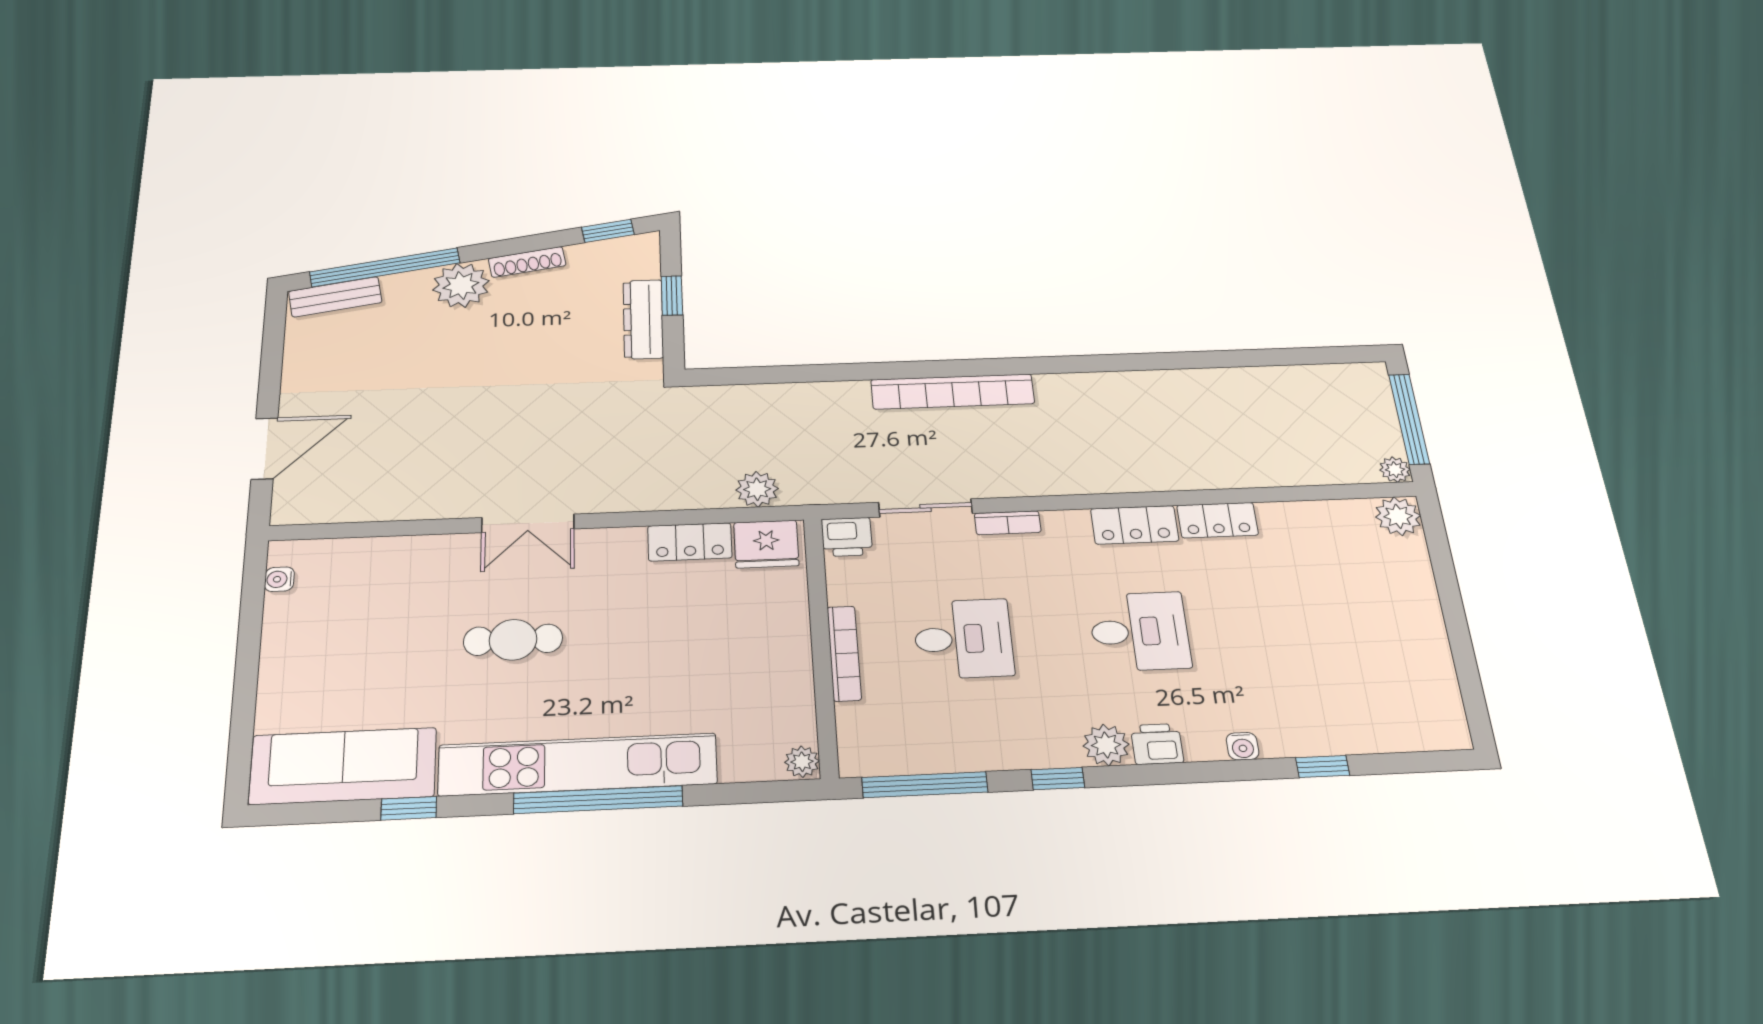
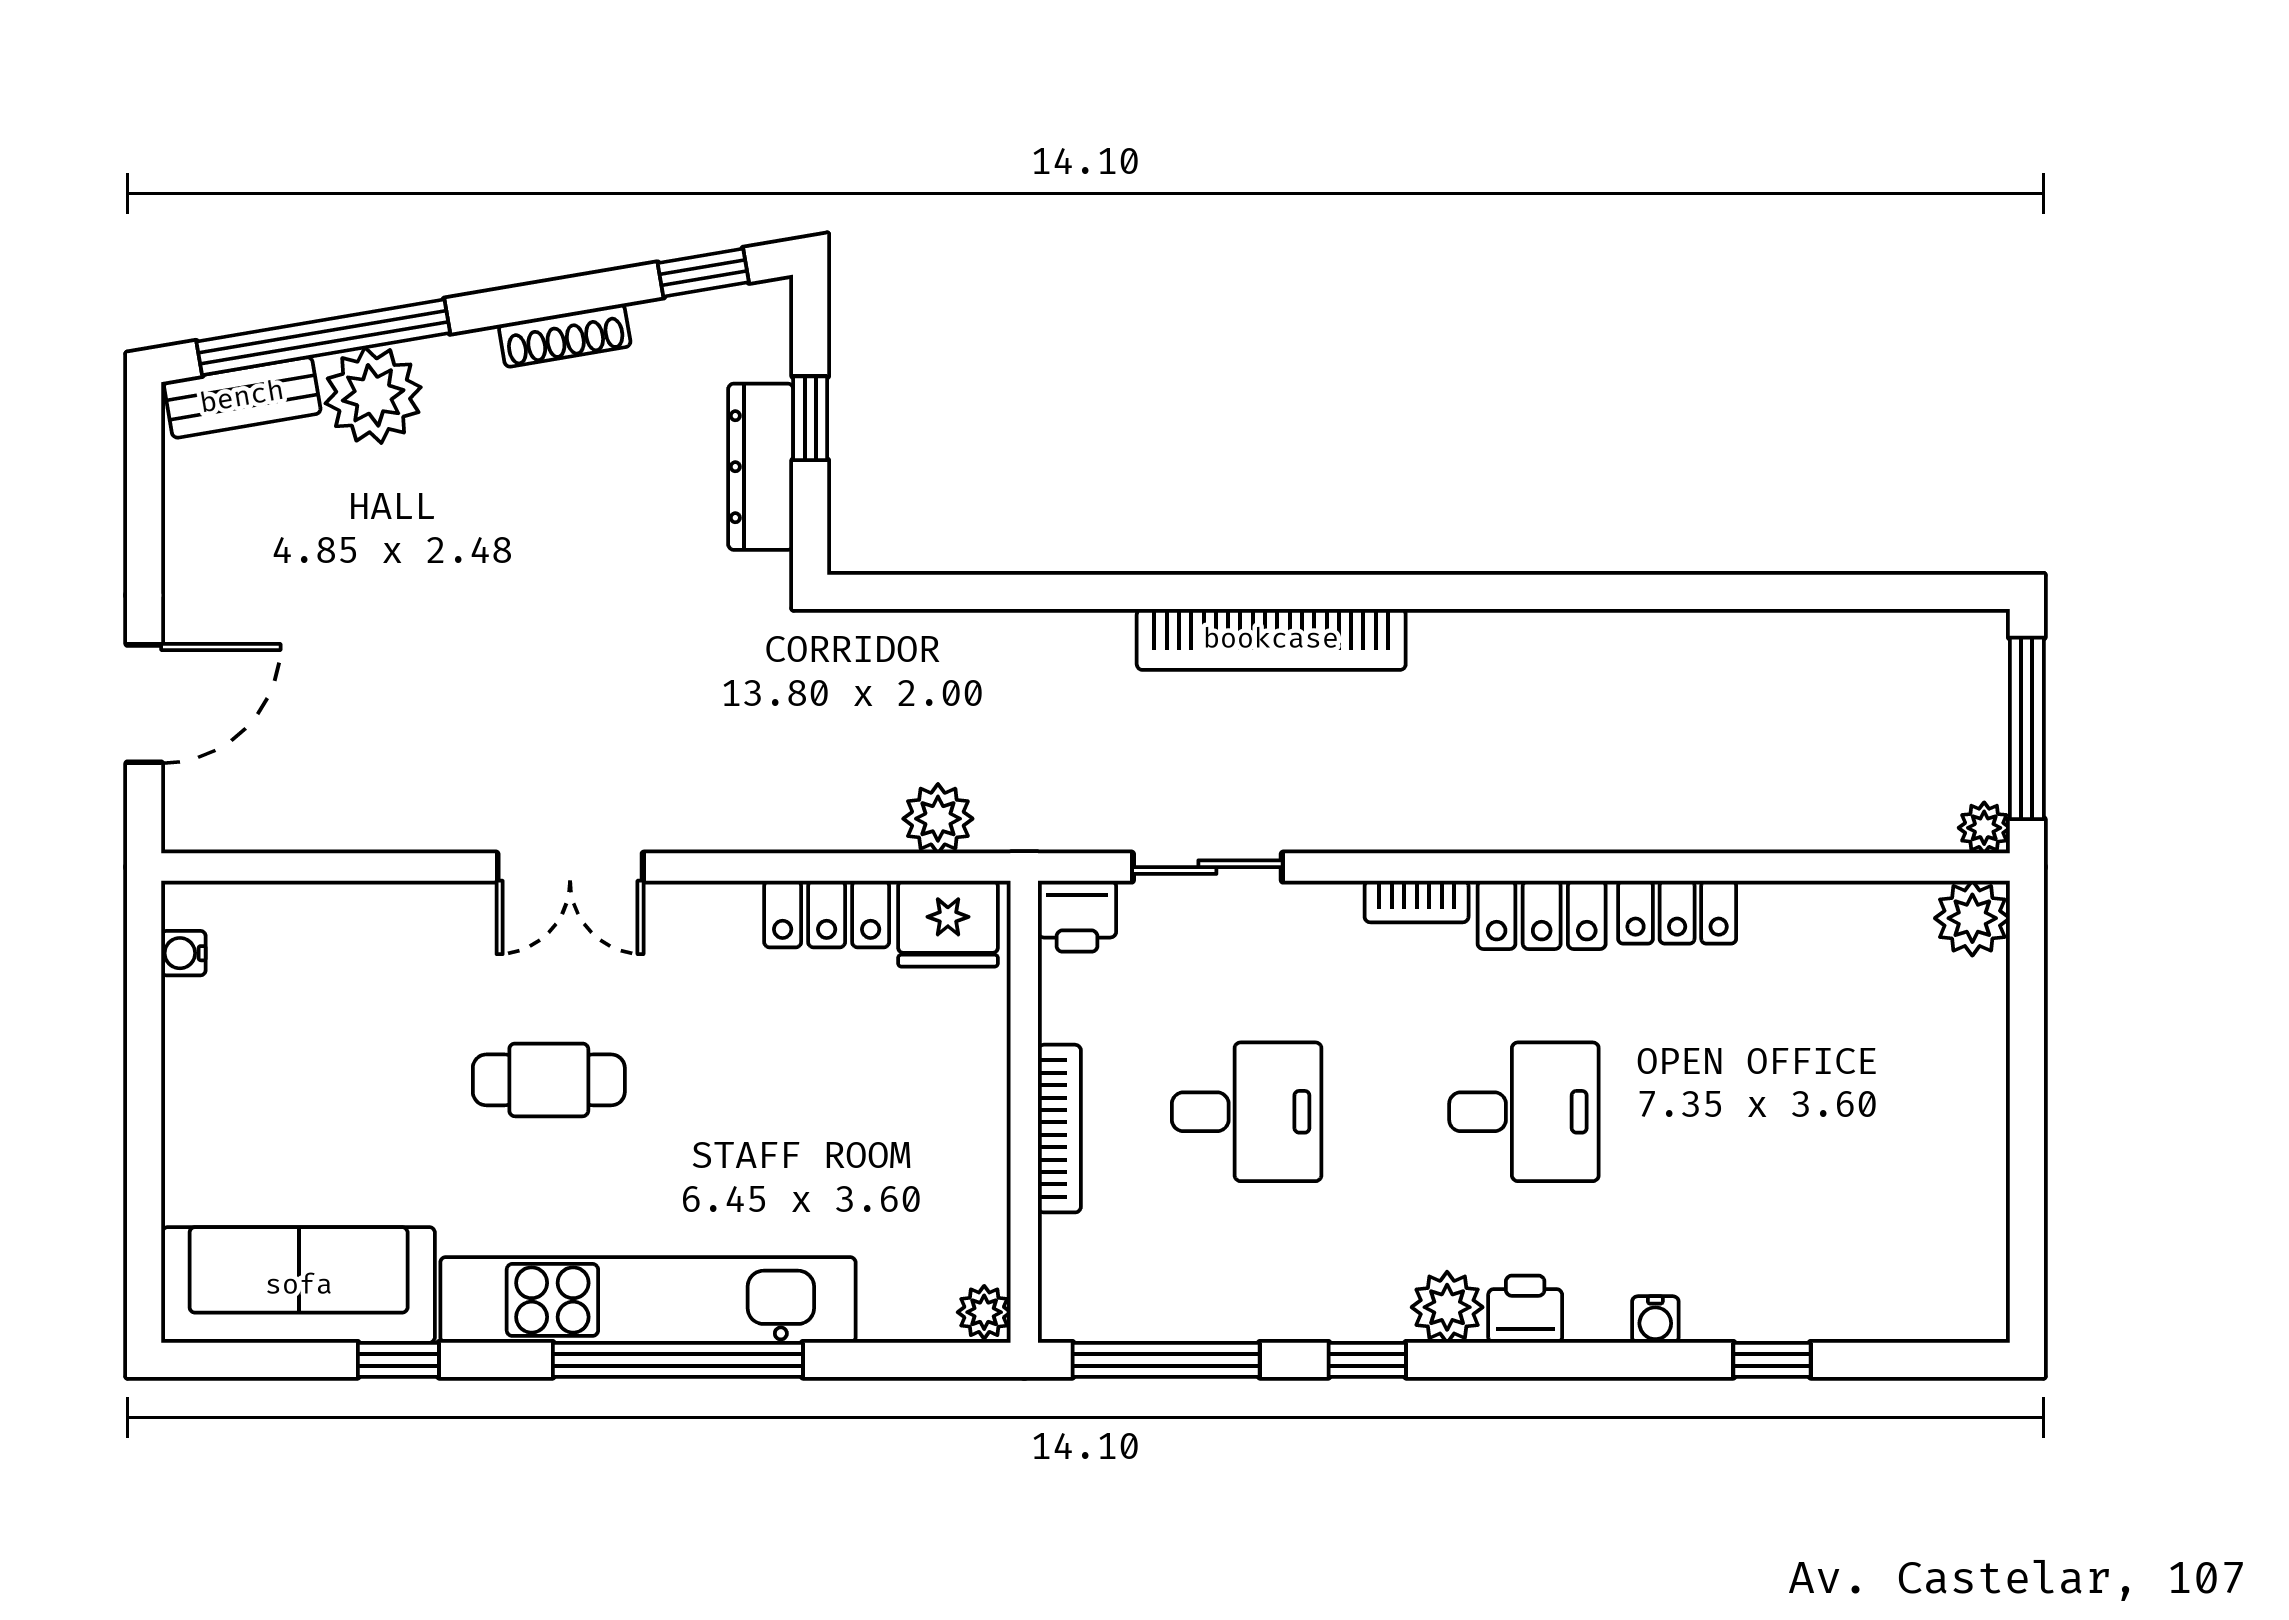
plant: (461, 285) -> (373, 395), moved
bookcase: (1008, 523) -> (1417, 901), moved

